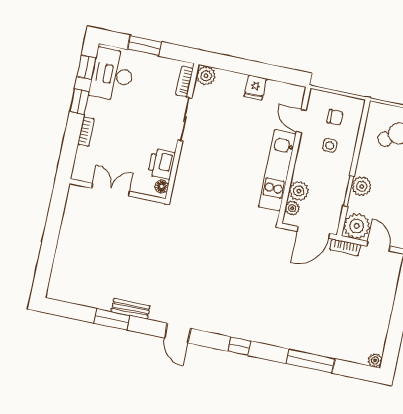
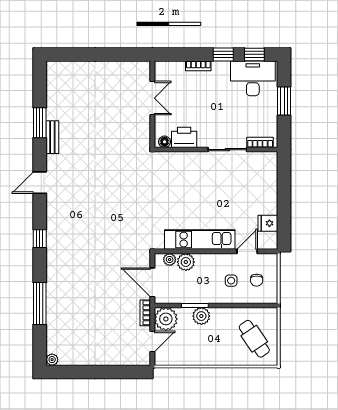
plant: (206, 76) -> (269, 160), removed
fridge: (255, 87) -> (268, 223), moved

